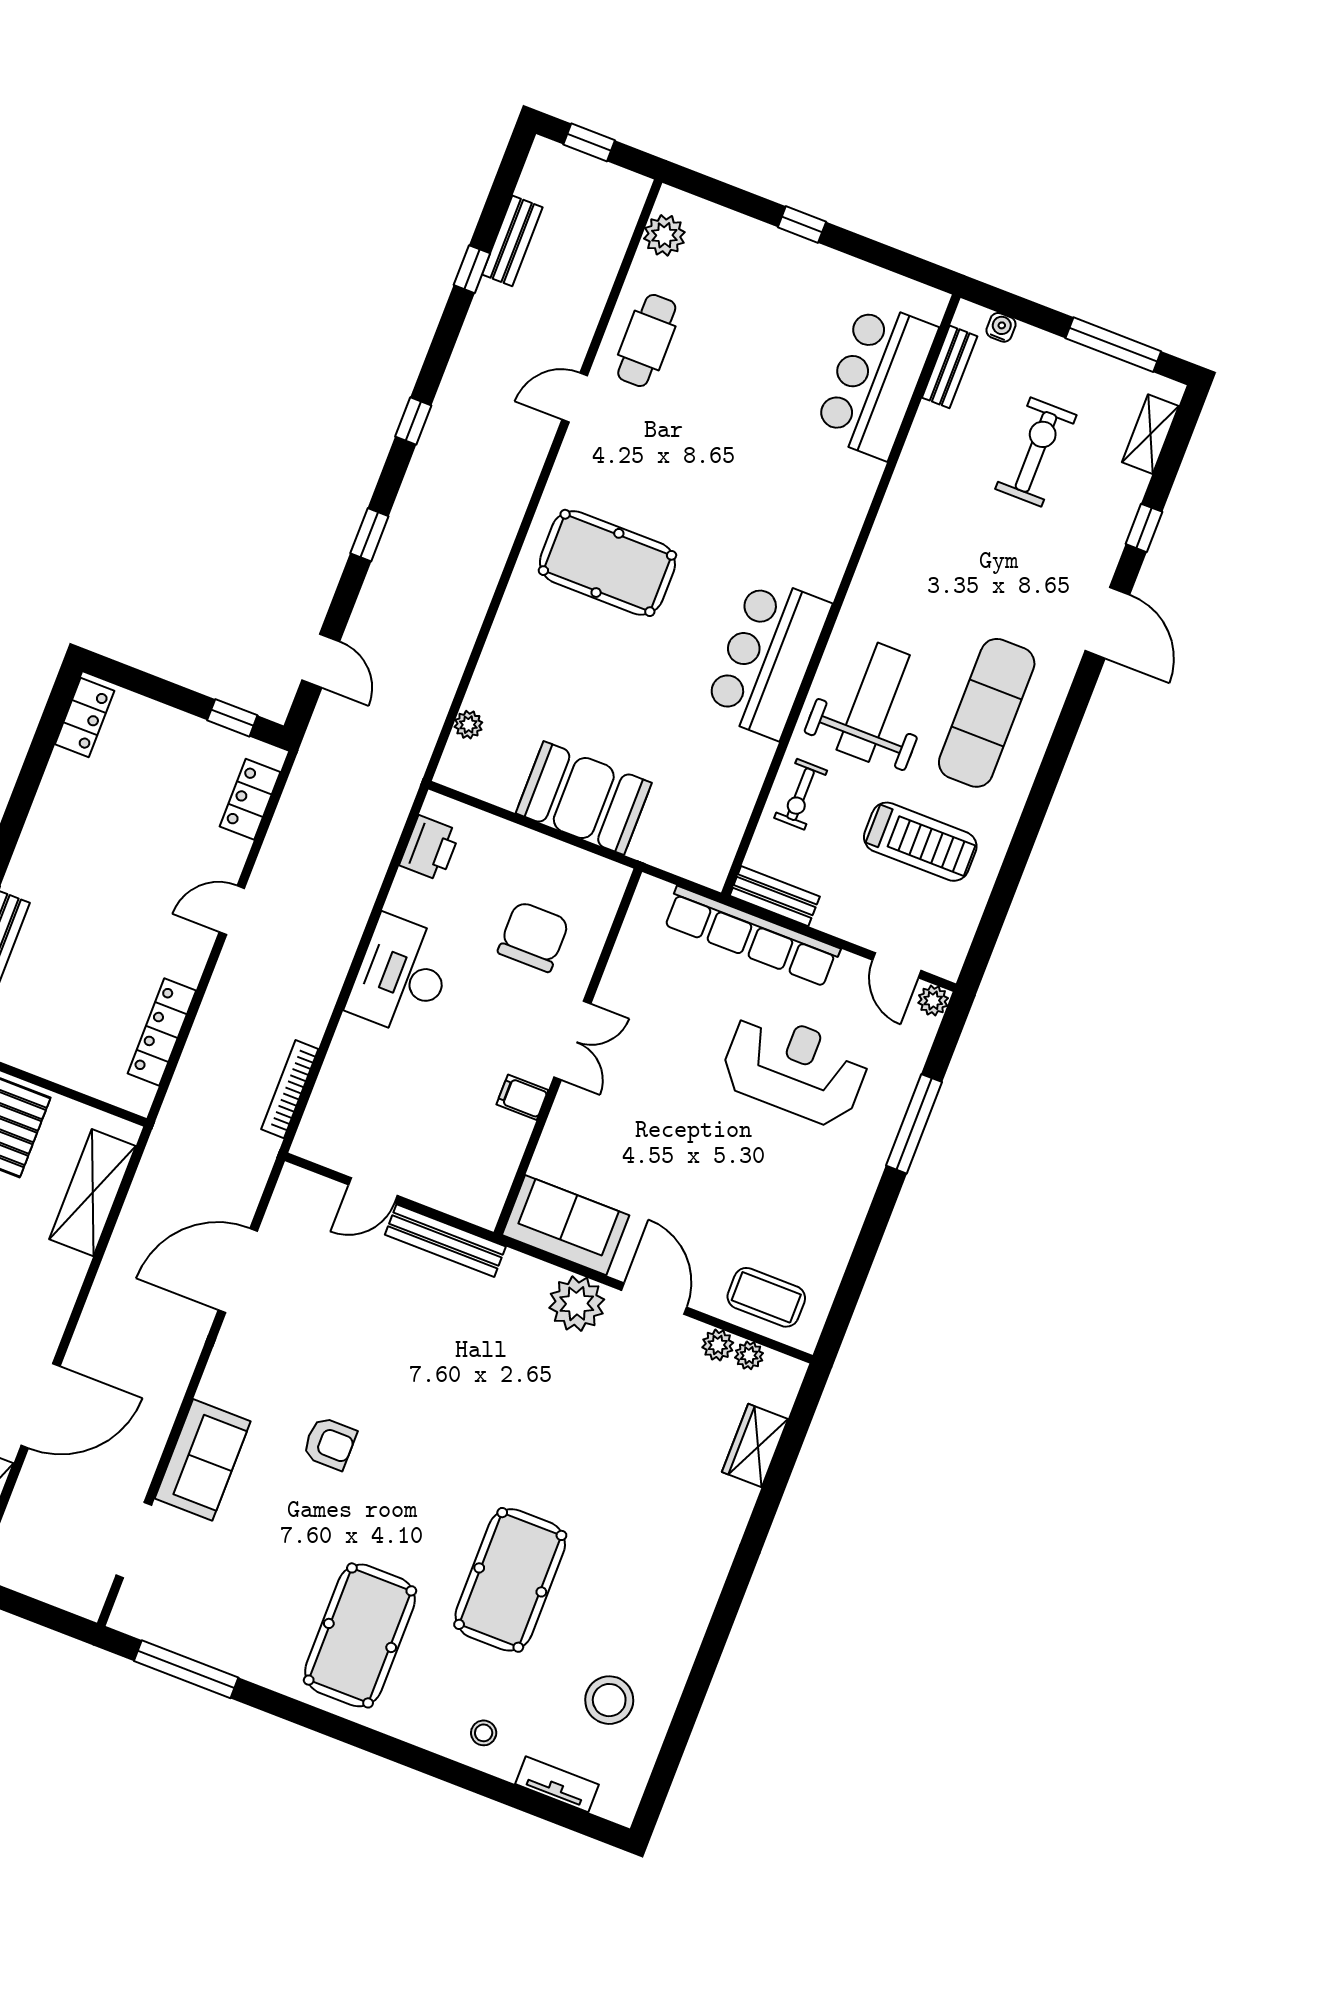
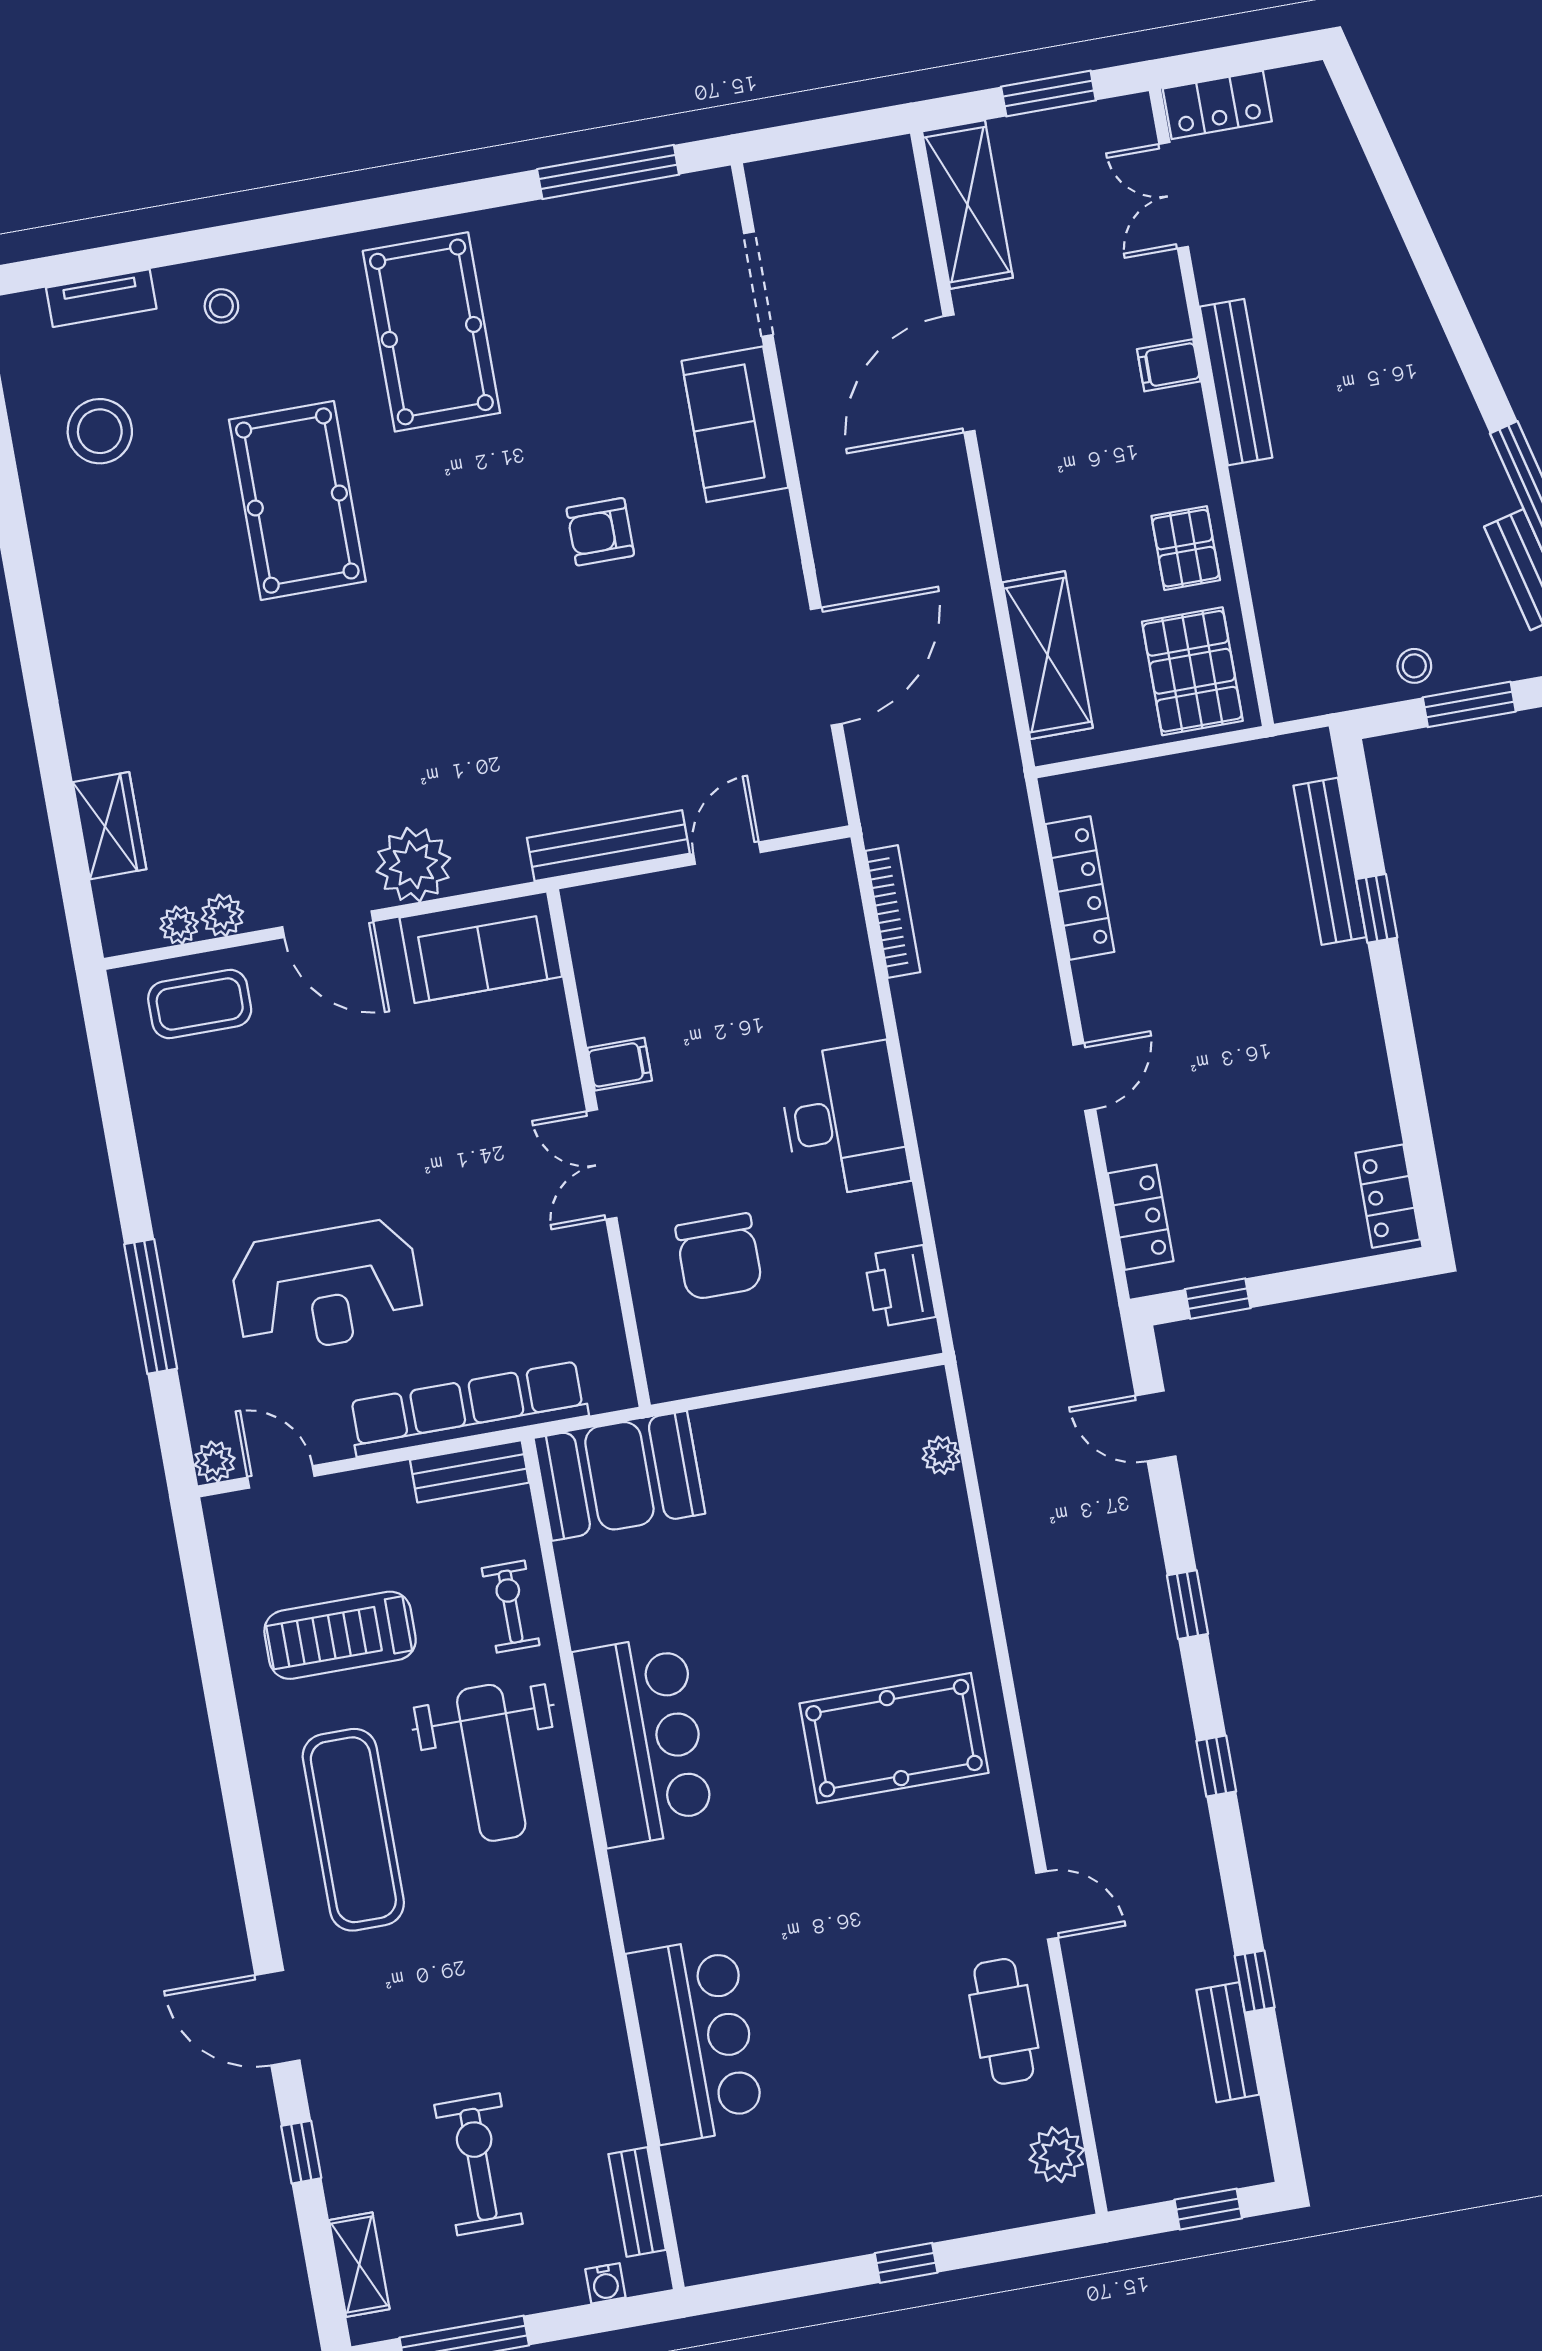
bar counter: (876, 380) -> (696, 2040), moved
door: (575, 398) -> (1047, 1905), hinge flipped
exercise bike: (1036, 452) -> (478, 2164), turned 180
booth: (584, 798) -> (619, 1476), moved

